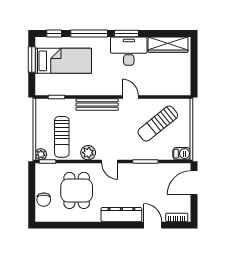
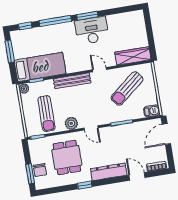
wardrobe: (168, 45) -> (133, 56), moved, turned 180
bed: (63, 61) -> (40, 67), moved
plant: (41, 154) -> (24, 89), moved
window: (32, 202) -> (30, 174), added
window: (92, 225) -> (85, 185), added

